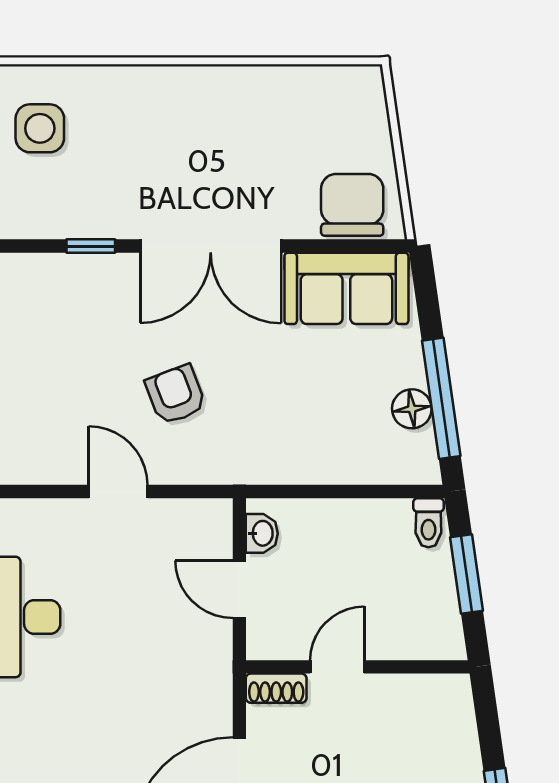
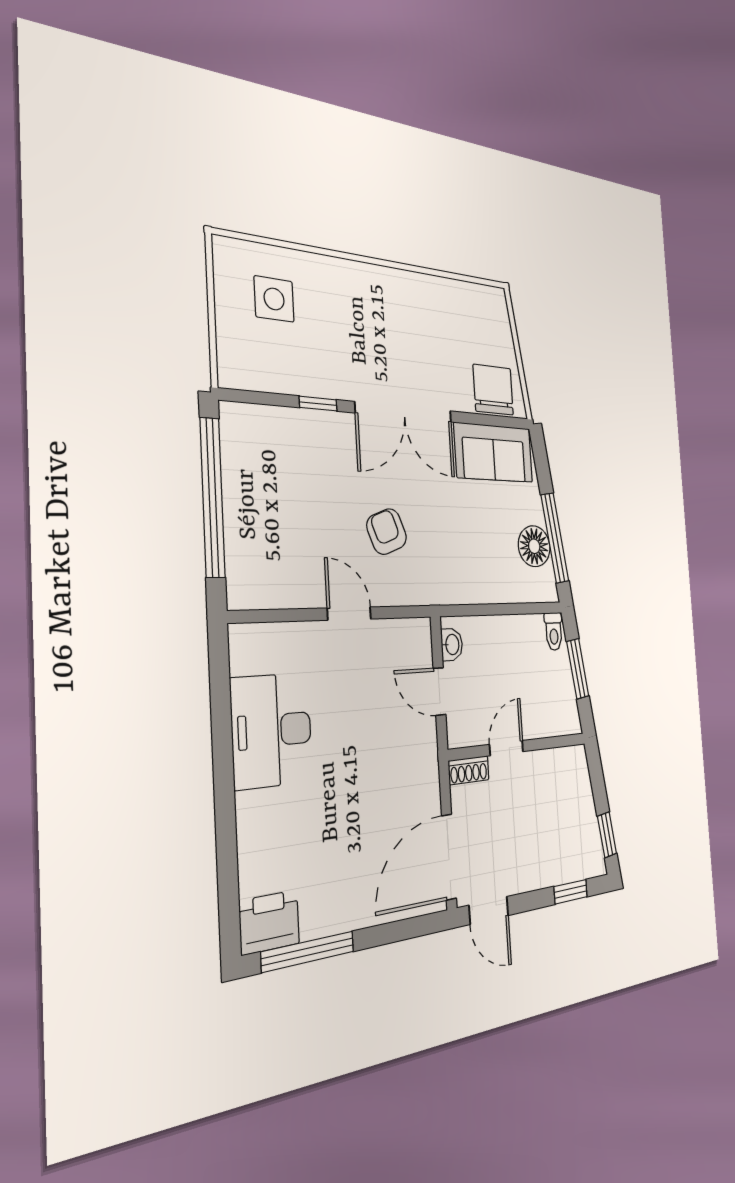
floor lamp: (412, 409) -> (534, 546), width x1.38, depth x1.38

